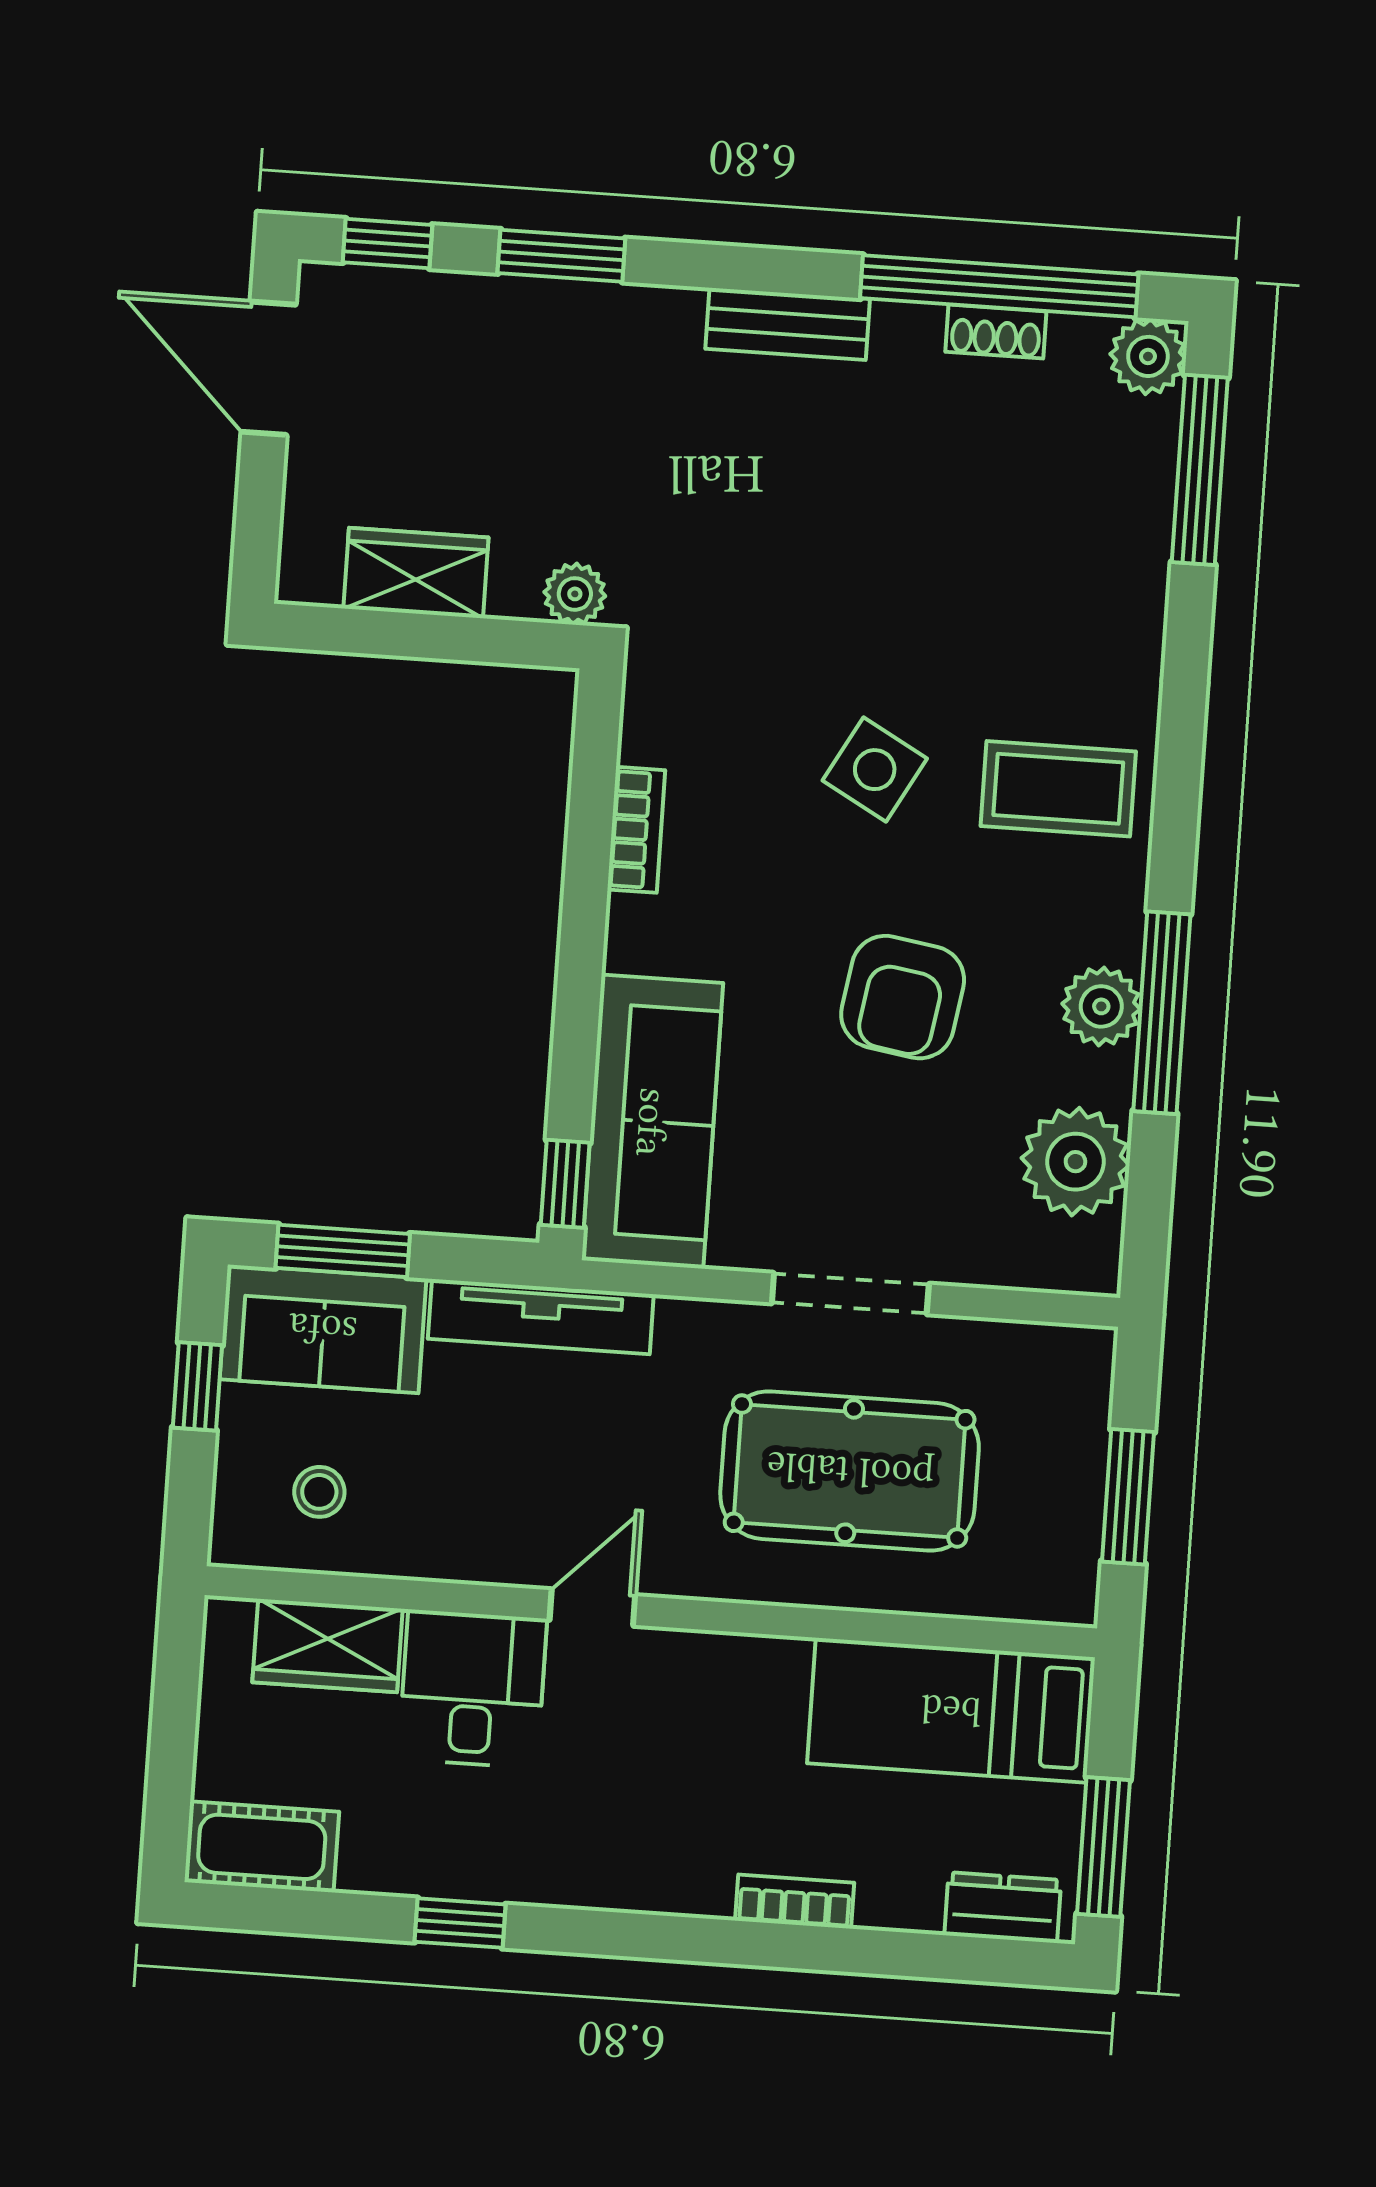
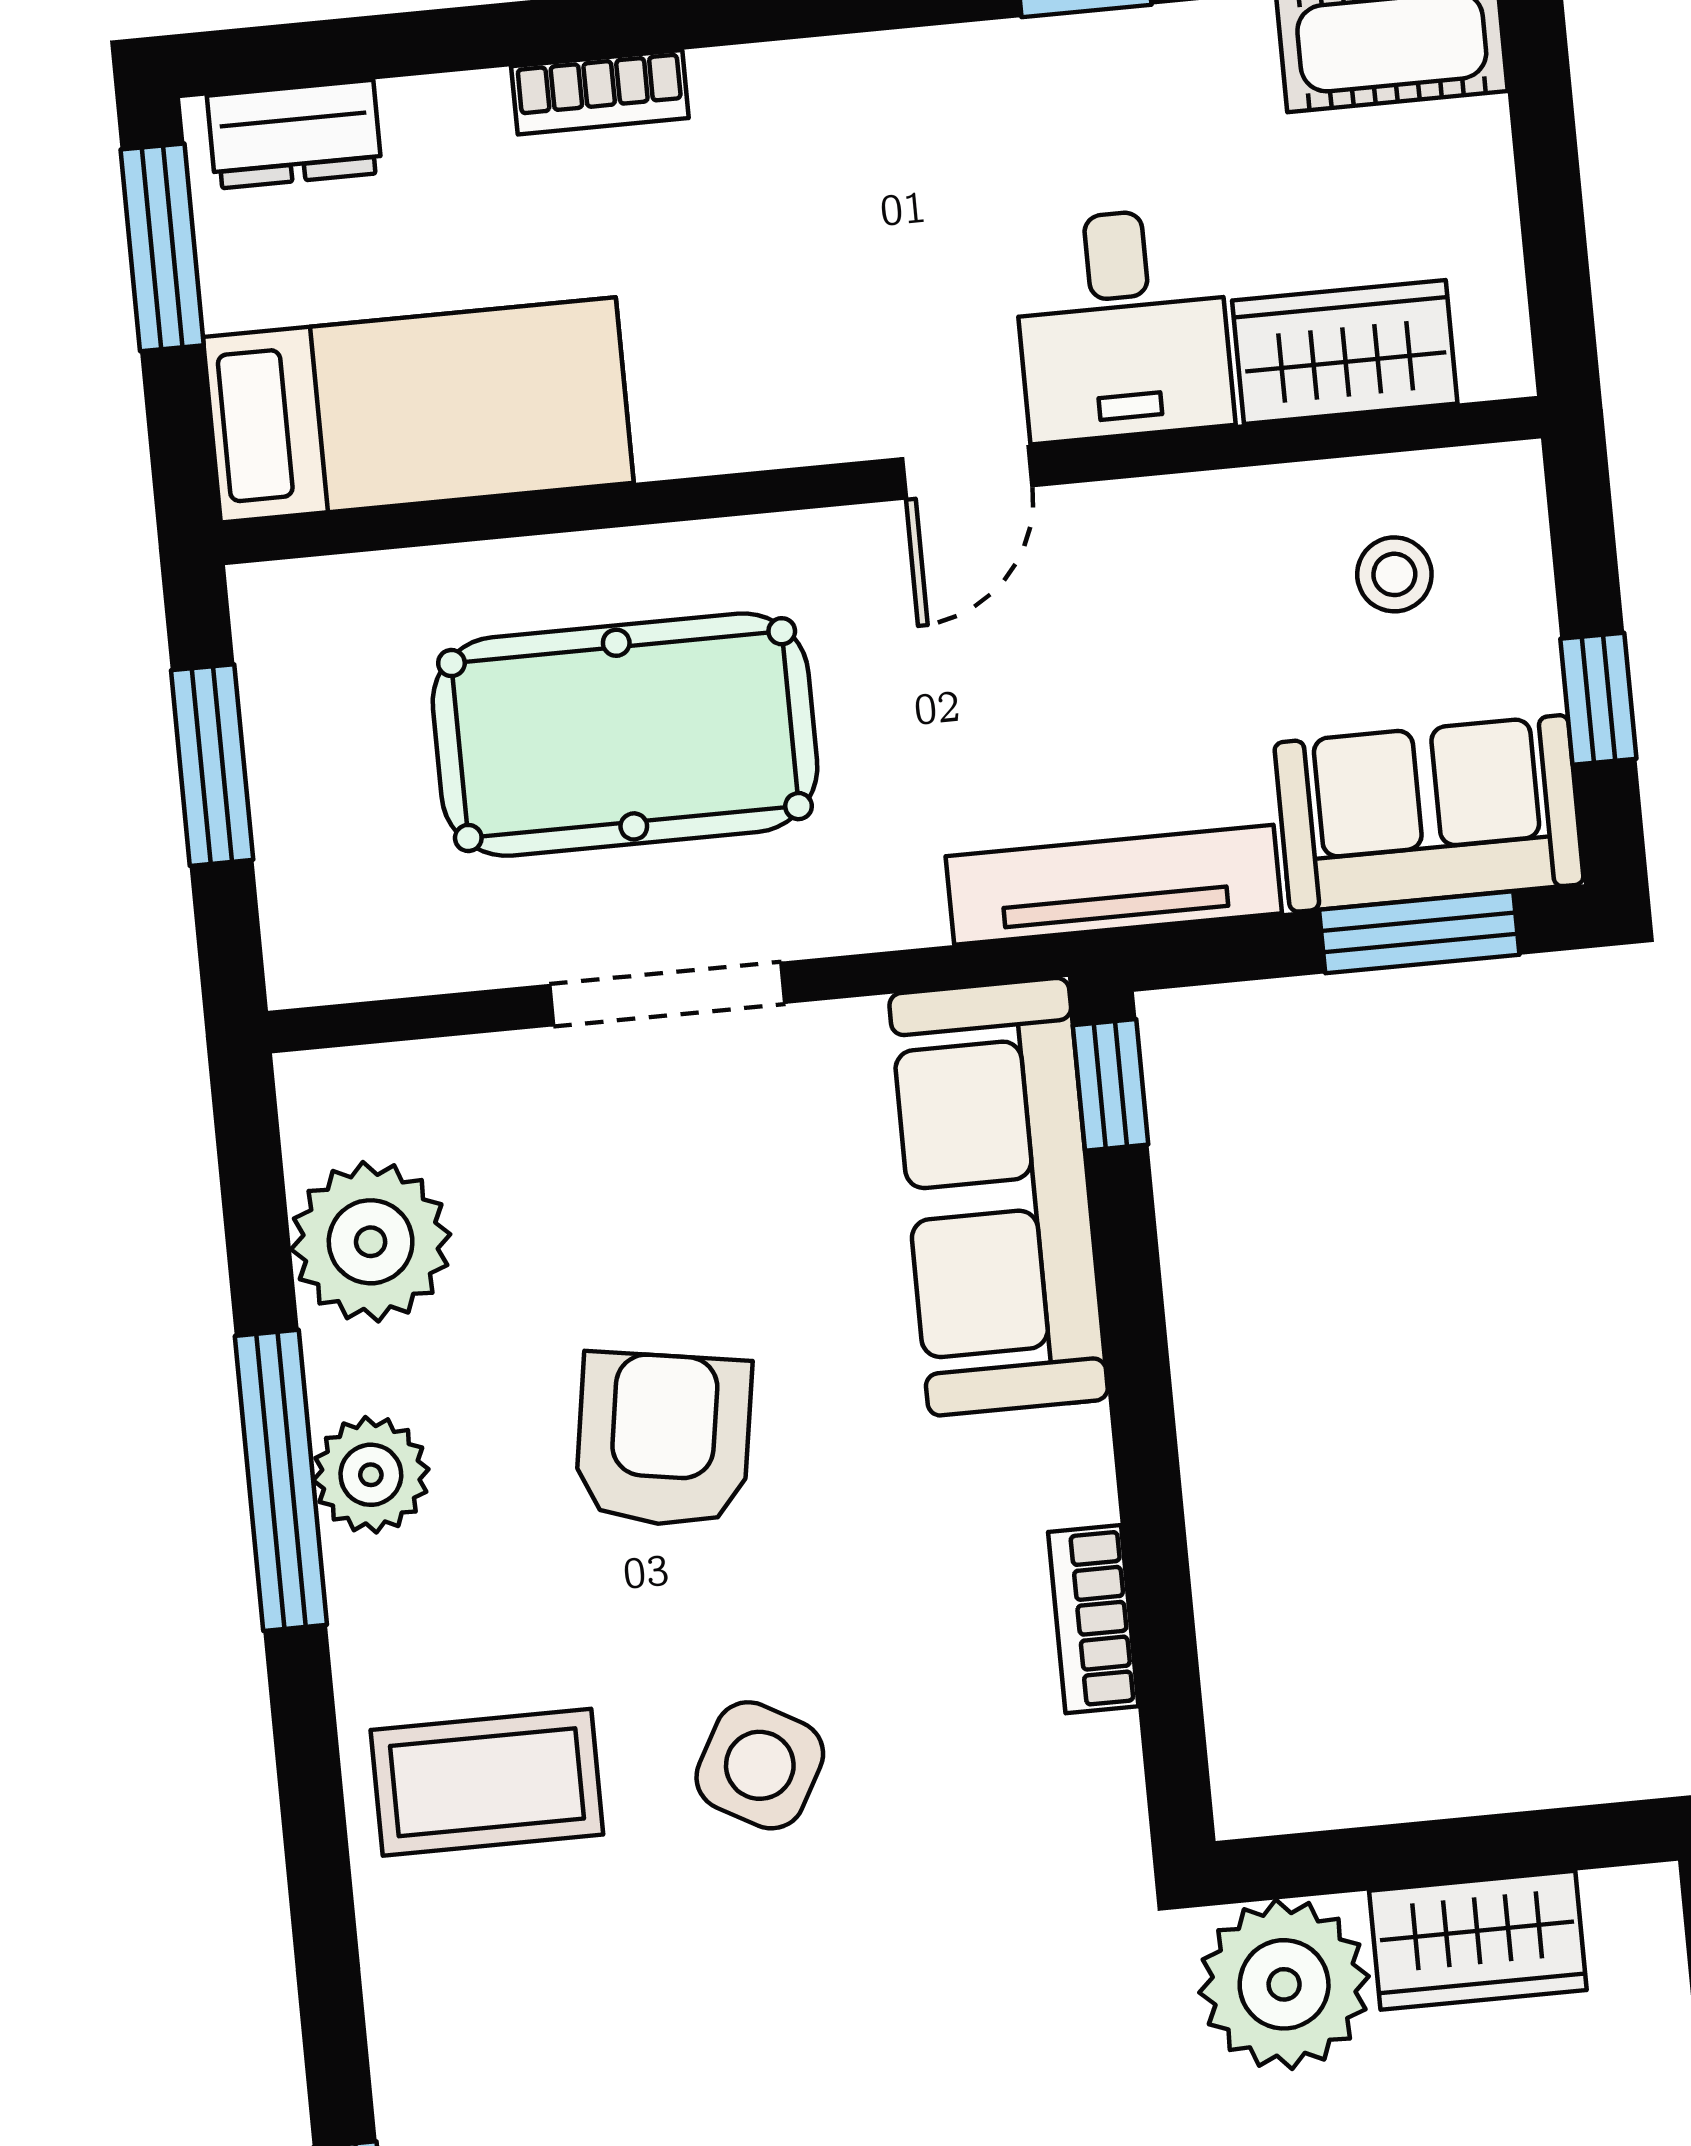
plant: (575, 594) -> (1284, 1984), width x1.87, depth x1.87

